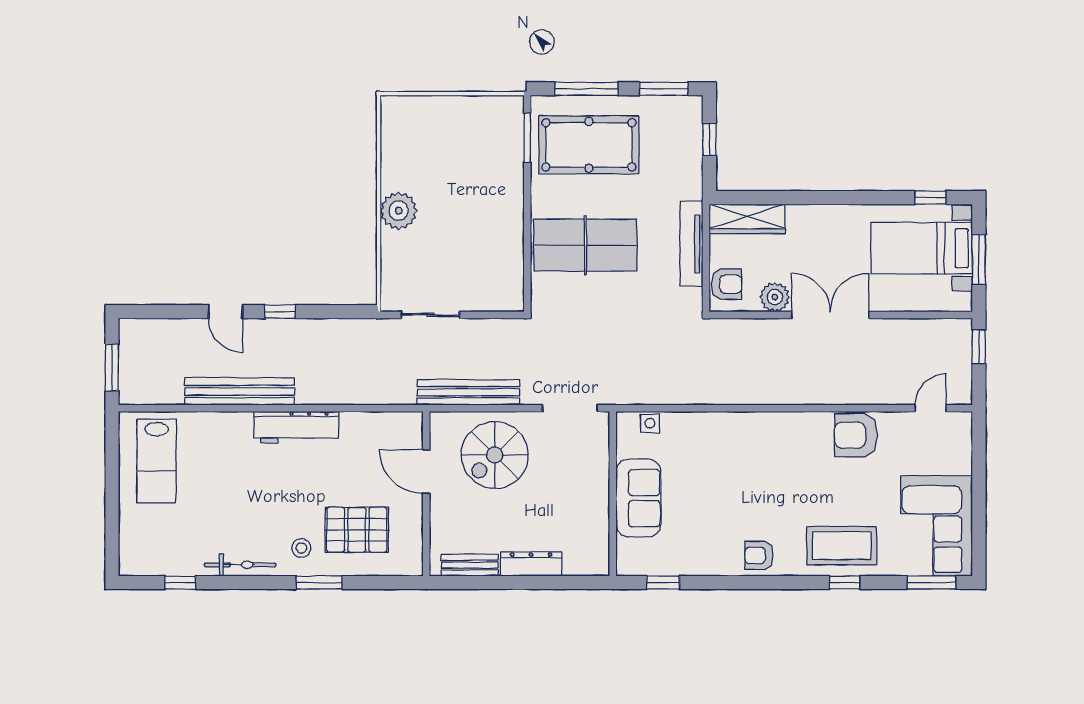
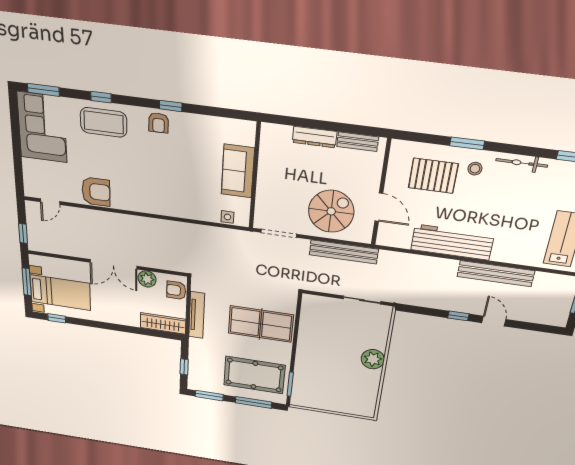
workbench: (296, 427) -> (452, 242), width x1.36, depth x1.32
armchair: (759, 555) -> (158, 123), turned 90
window: (663, 583) -> (171, 106), moved

